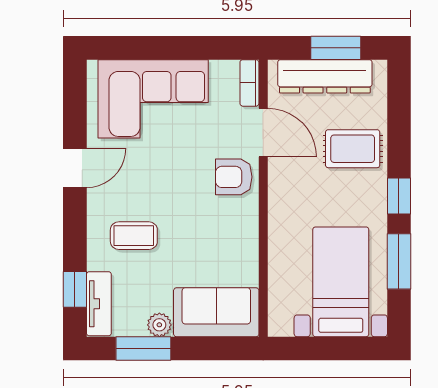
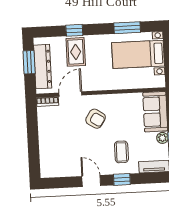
corner sofa: (153, 99) -> (57, 146), removed
armchair: (234, 177) -> (96, 119), moved, turned -57
window: (399, 196) -> (74, 30), moved
window: (75, 289) -> (122, 179), moved

